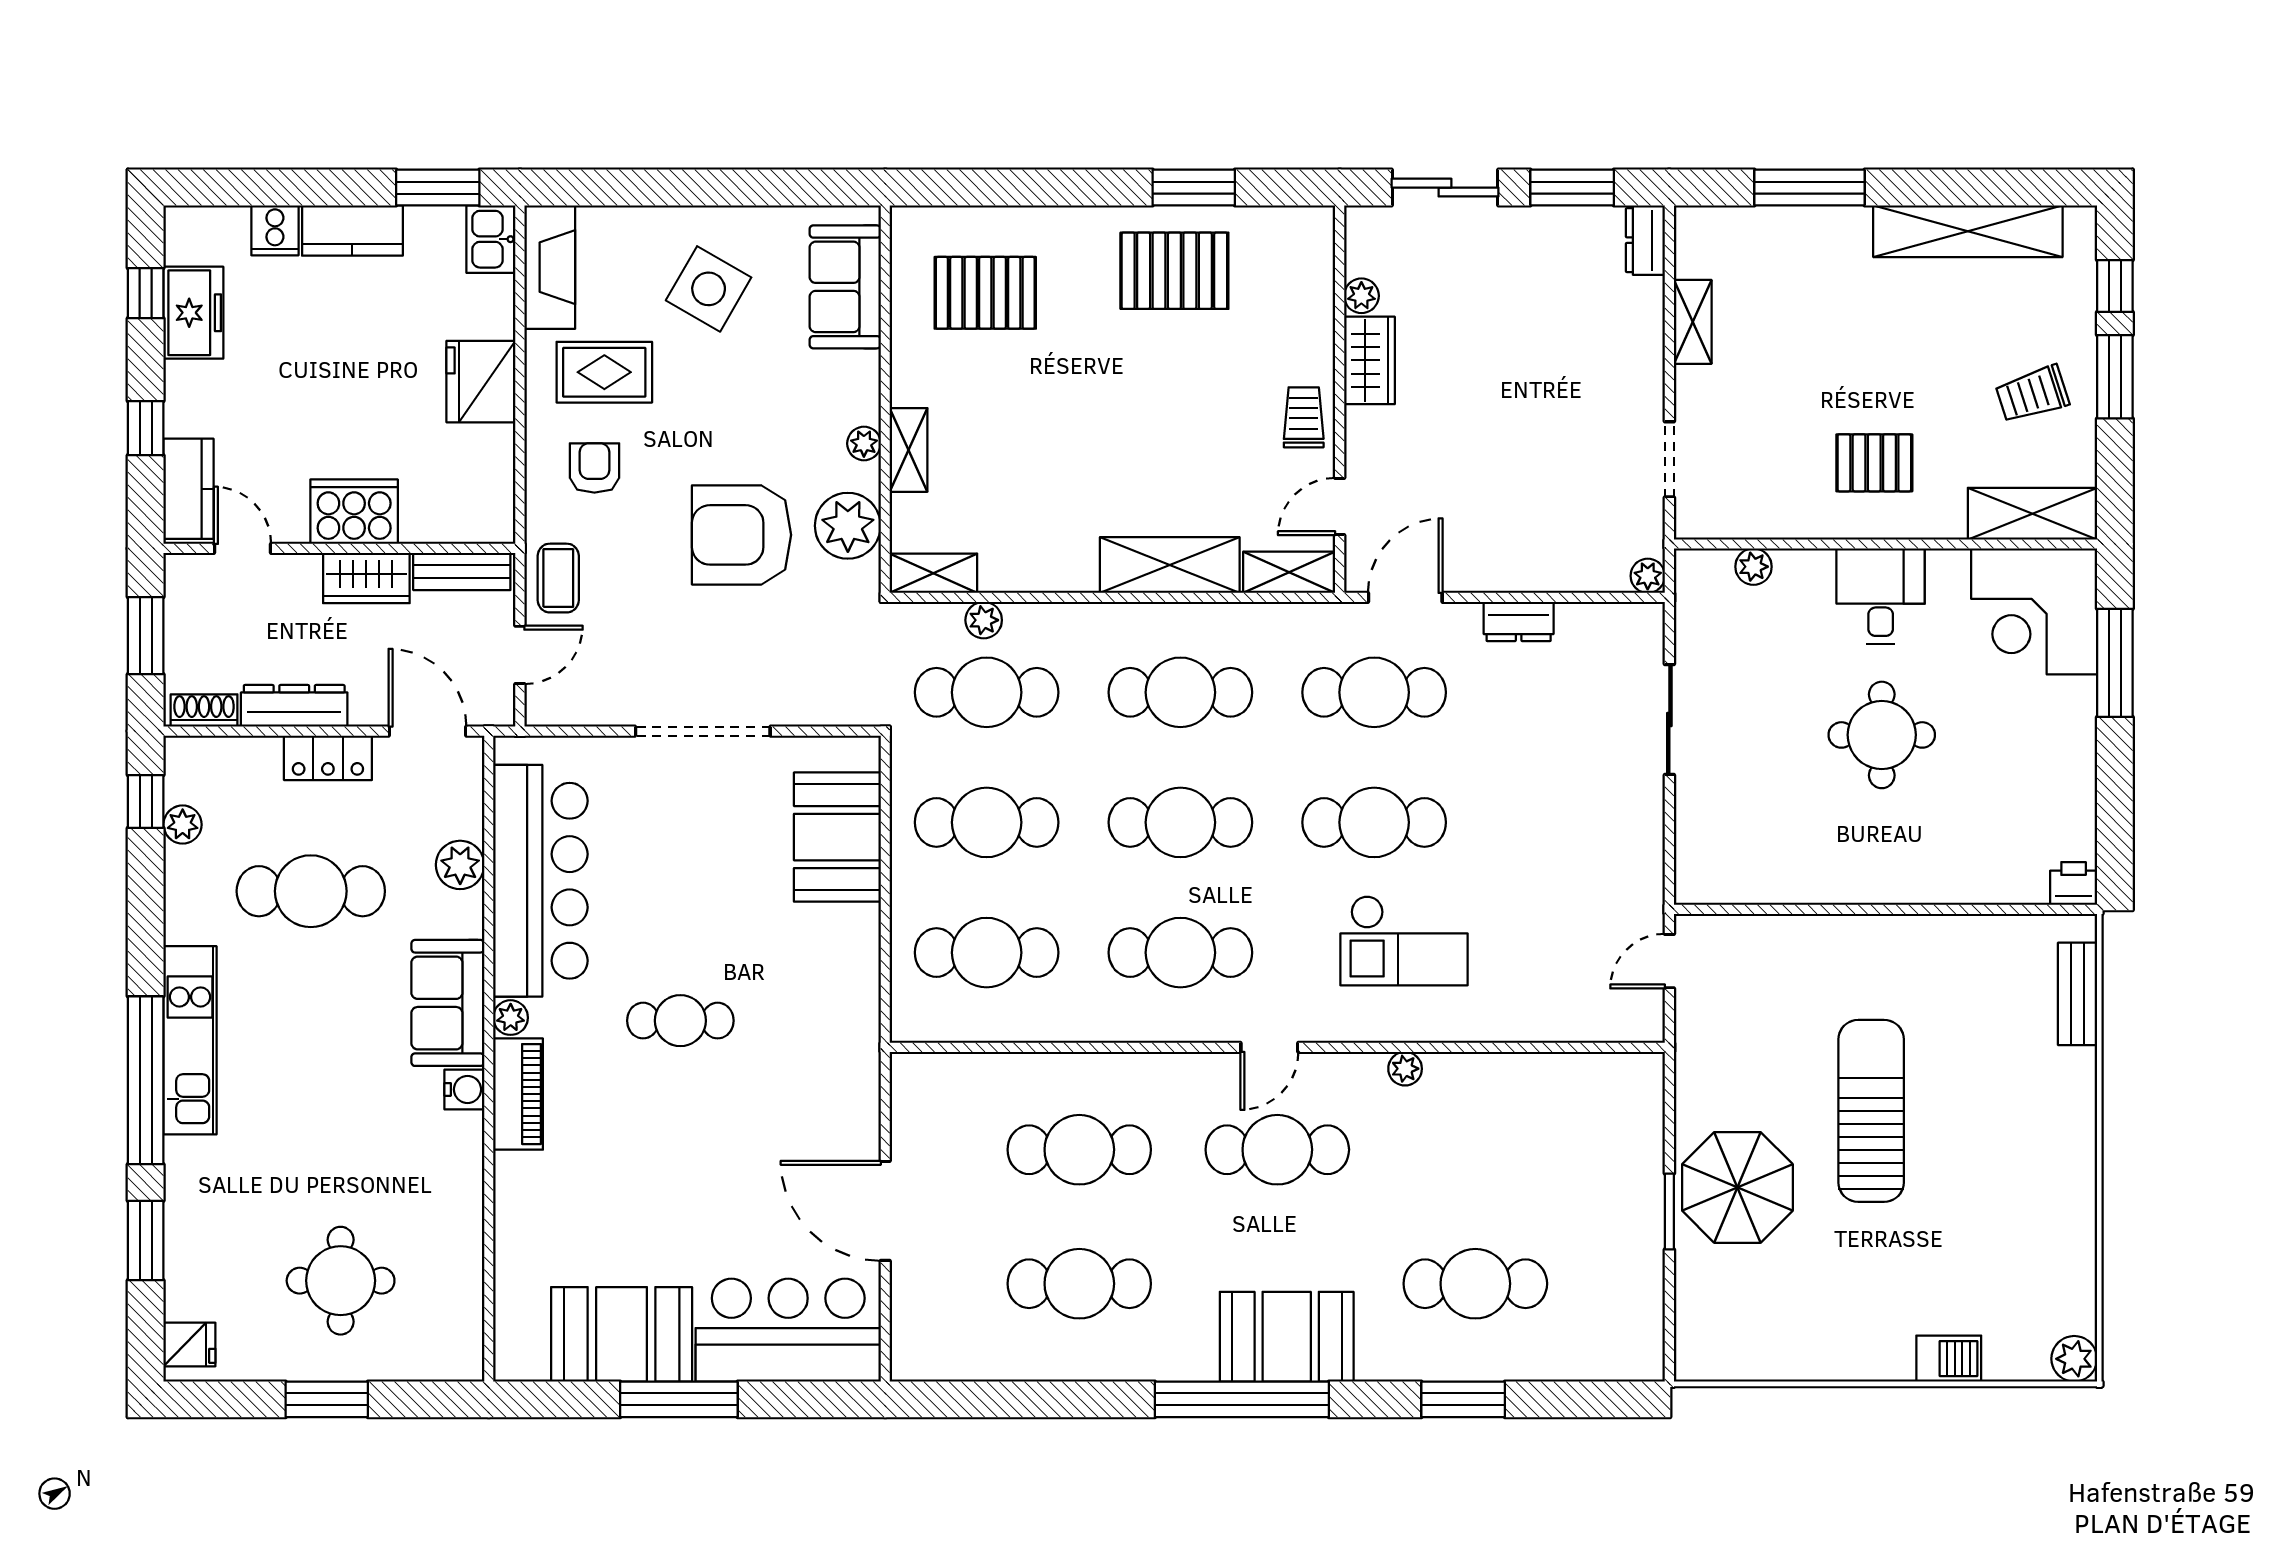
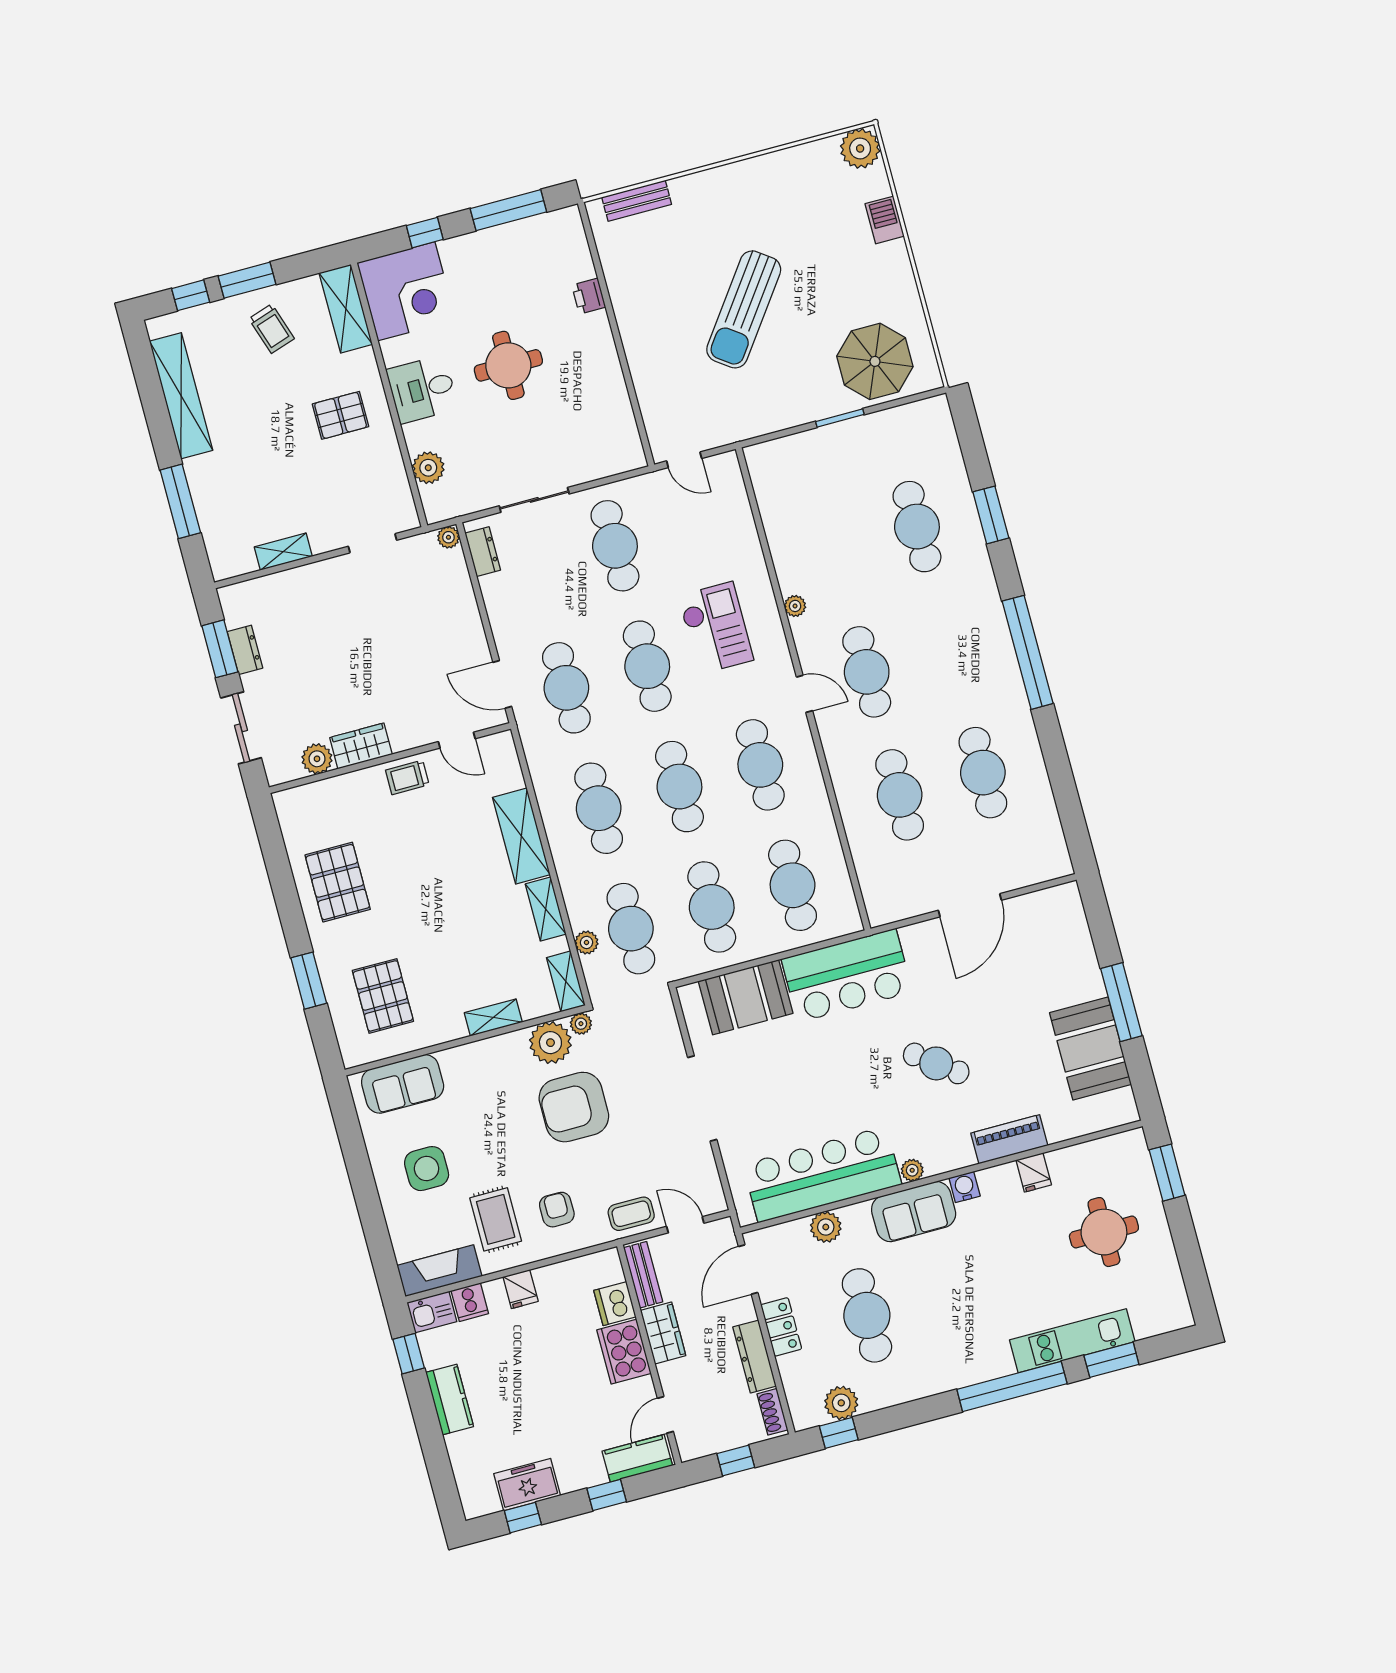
window: (438, 188) -> (409, 1354), width x0.67
window: (1194, 188) -> (309, 981), moved
cooker: (275, 230) -> (470, 1302), moved, turned 90
dresser: (1645, 240) -> (245, 650), moved, turned -90
side table: (709, 289) -> (427, 1169), turned -30
plant: (1361, 296) -> (317, 759), width x1.38, depth x1.38
fridge: (481, 382) -> (521, 1289), width x0.53, depth x0.75
plant: (864, 444) -> (581, 1024), moved
pallet: (1874, 463) -> (341, 415), turned 90
armchair: (594, 468) -> (557, 1210), turned 90
dishwasher: (430, 517) -> (615, 1304), added
armchair: (742, 535) -> (574, 1107), turned 90
plant: (1753, 567) -> (428, 468), width x1.38, depth x1.38
shelving: (1289, 572) -> (546, 909), moved
dresser: (1519, 622) -> (483, 552), moved
window: (146, 636) -> (736, 1460), width x0.67
window: (2115, 663) -> (425, 233), width x0.46
window: (2115, 797) -> (508, 210), added
cafe table: (1568, 822) -> (615, 546), added
plant: (183, 825) -> (841, 1403), width x1.38, depth x1.38
printer: (2074, 883) -> (589, 296), moved
cafe table: (680, 1021) -> (936, 1063), moved, turned -53
kitchen unit: (190, 1040) -> (1072, 1341), moved
piano: (518, 1094) -> (1009, 1139), moved
sun lounger: (1871, 1111) -> (744, 309), turned -54
parasol: (1737, 1187) -> (875, 361), moved
bar counter: (788, 1330) -> (847, 975), moved, turned -90
booth: (1287, 1337) -> (981, 635), removed
fridge: (189, 1344) -> (1034, 1172), moved, turned 180
plant: (2074, 1359) -> (860, 148), width x1.36, depth x1.36
window: (327, 1399) -> (1167, 1173), moved

